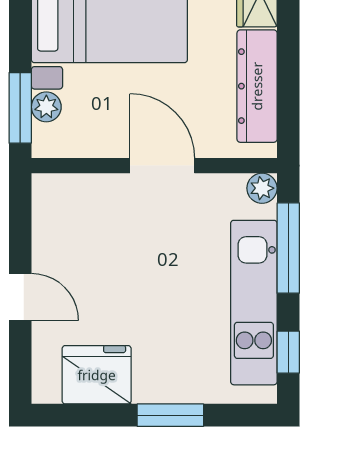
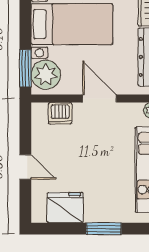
plant: (46, 107) -> (46, 75), width x1.88, depth x1.88
dishwasher: (87, 194) -> (60, 113), added

